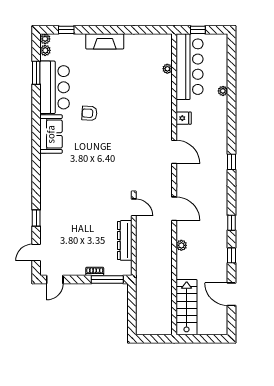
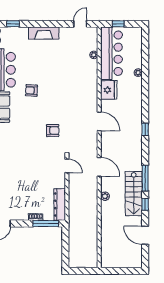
door: (150, 30) -> (80, 24), added
fridge: (184, 118) -> (109, 90), width x1.88, depth x1.34
armchair: (116, 163) -> (53, 131), added
window: (231, 223) -> (145, 178), width x2.17
dresser: (125, 240) -> (60, 204), moved
stairs: (187, 307) -> (134, 194), moved, turned 180

